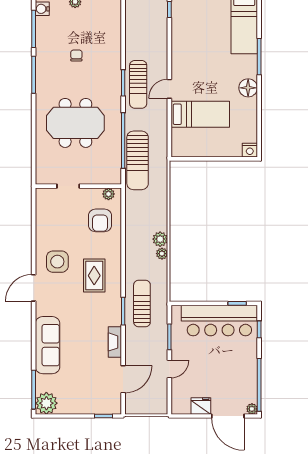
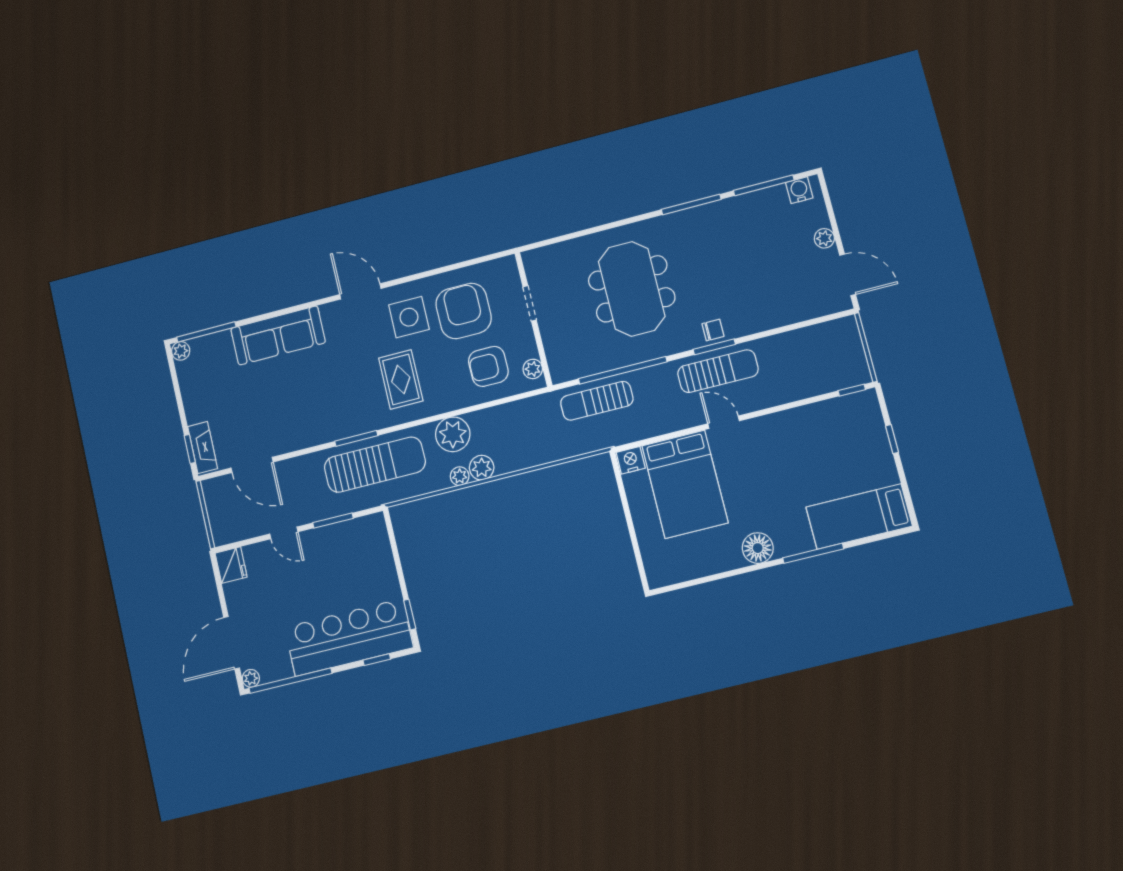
chair: (76, 55) -> (713, 330), moved
sun lounger: (138, 84) -> (718, 371), turned 180
bed: (200, 114) -> (685, 484), width x1.50
nightstand: (250, 150) -> (631, 460), moved, turned 90
sun lounger: (138, 160) -> (597, 401), width x0.73, depth x0.75
armchair: (62, 227) -> (464, 311), added
plant: (136, 252) -> (453, 434), added
rug: (94, 276) -> (401, 379), turned 90
sun lounger: (142, 303) -> (375, 465), width x1.36, depth x1.34
bar counter: (219, 320) -> (349, 637), moved, turned 90
fireplace: (115, 342) -> (203, 448), moved, turned 90
plant: (46, 403) -> (181, 351), width x0.53, depth x0.53
fridge: (201, 406) -> (231, 565), moved

